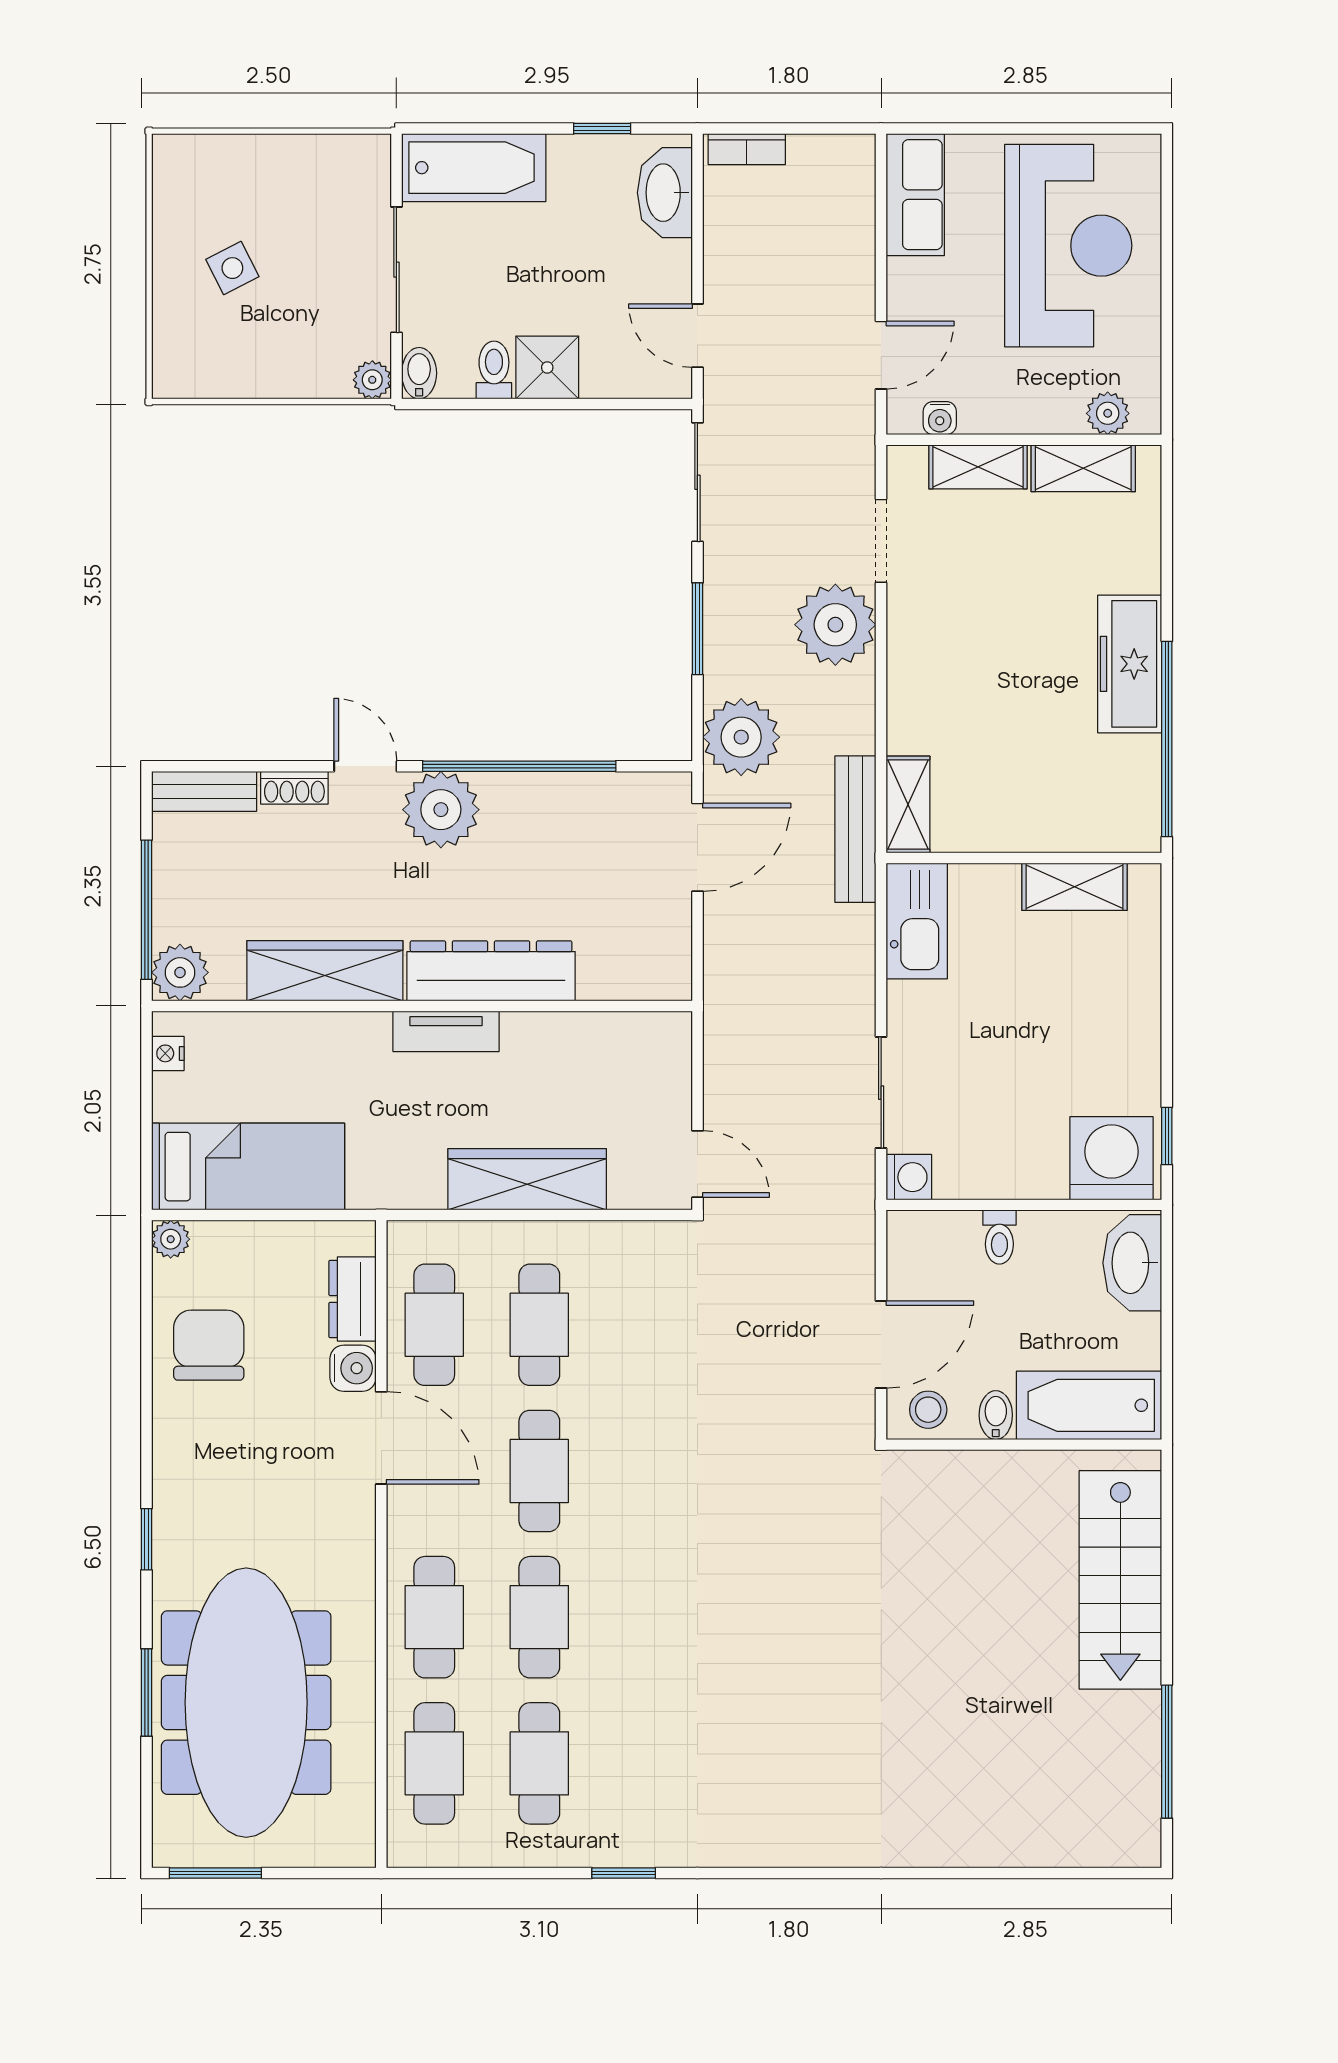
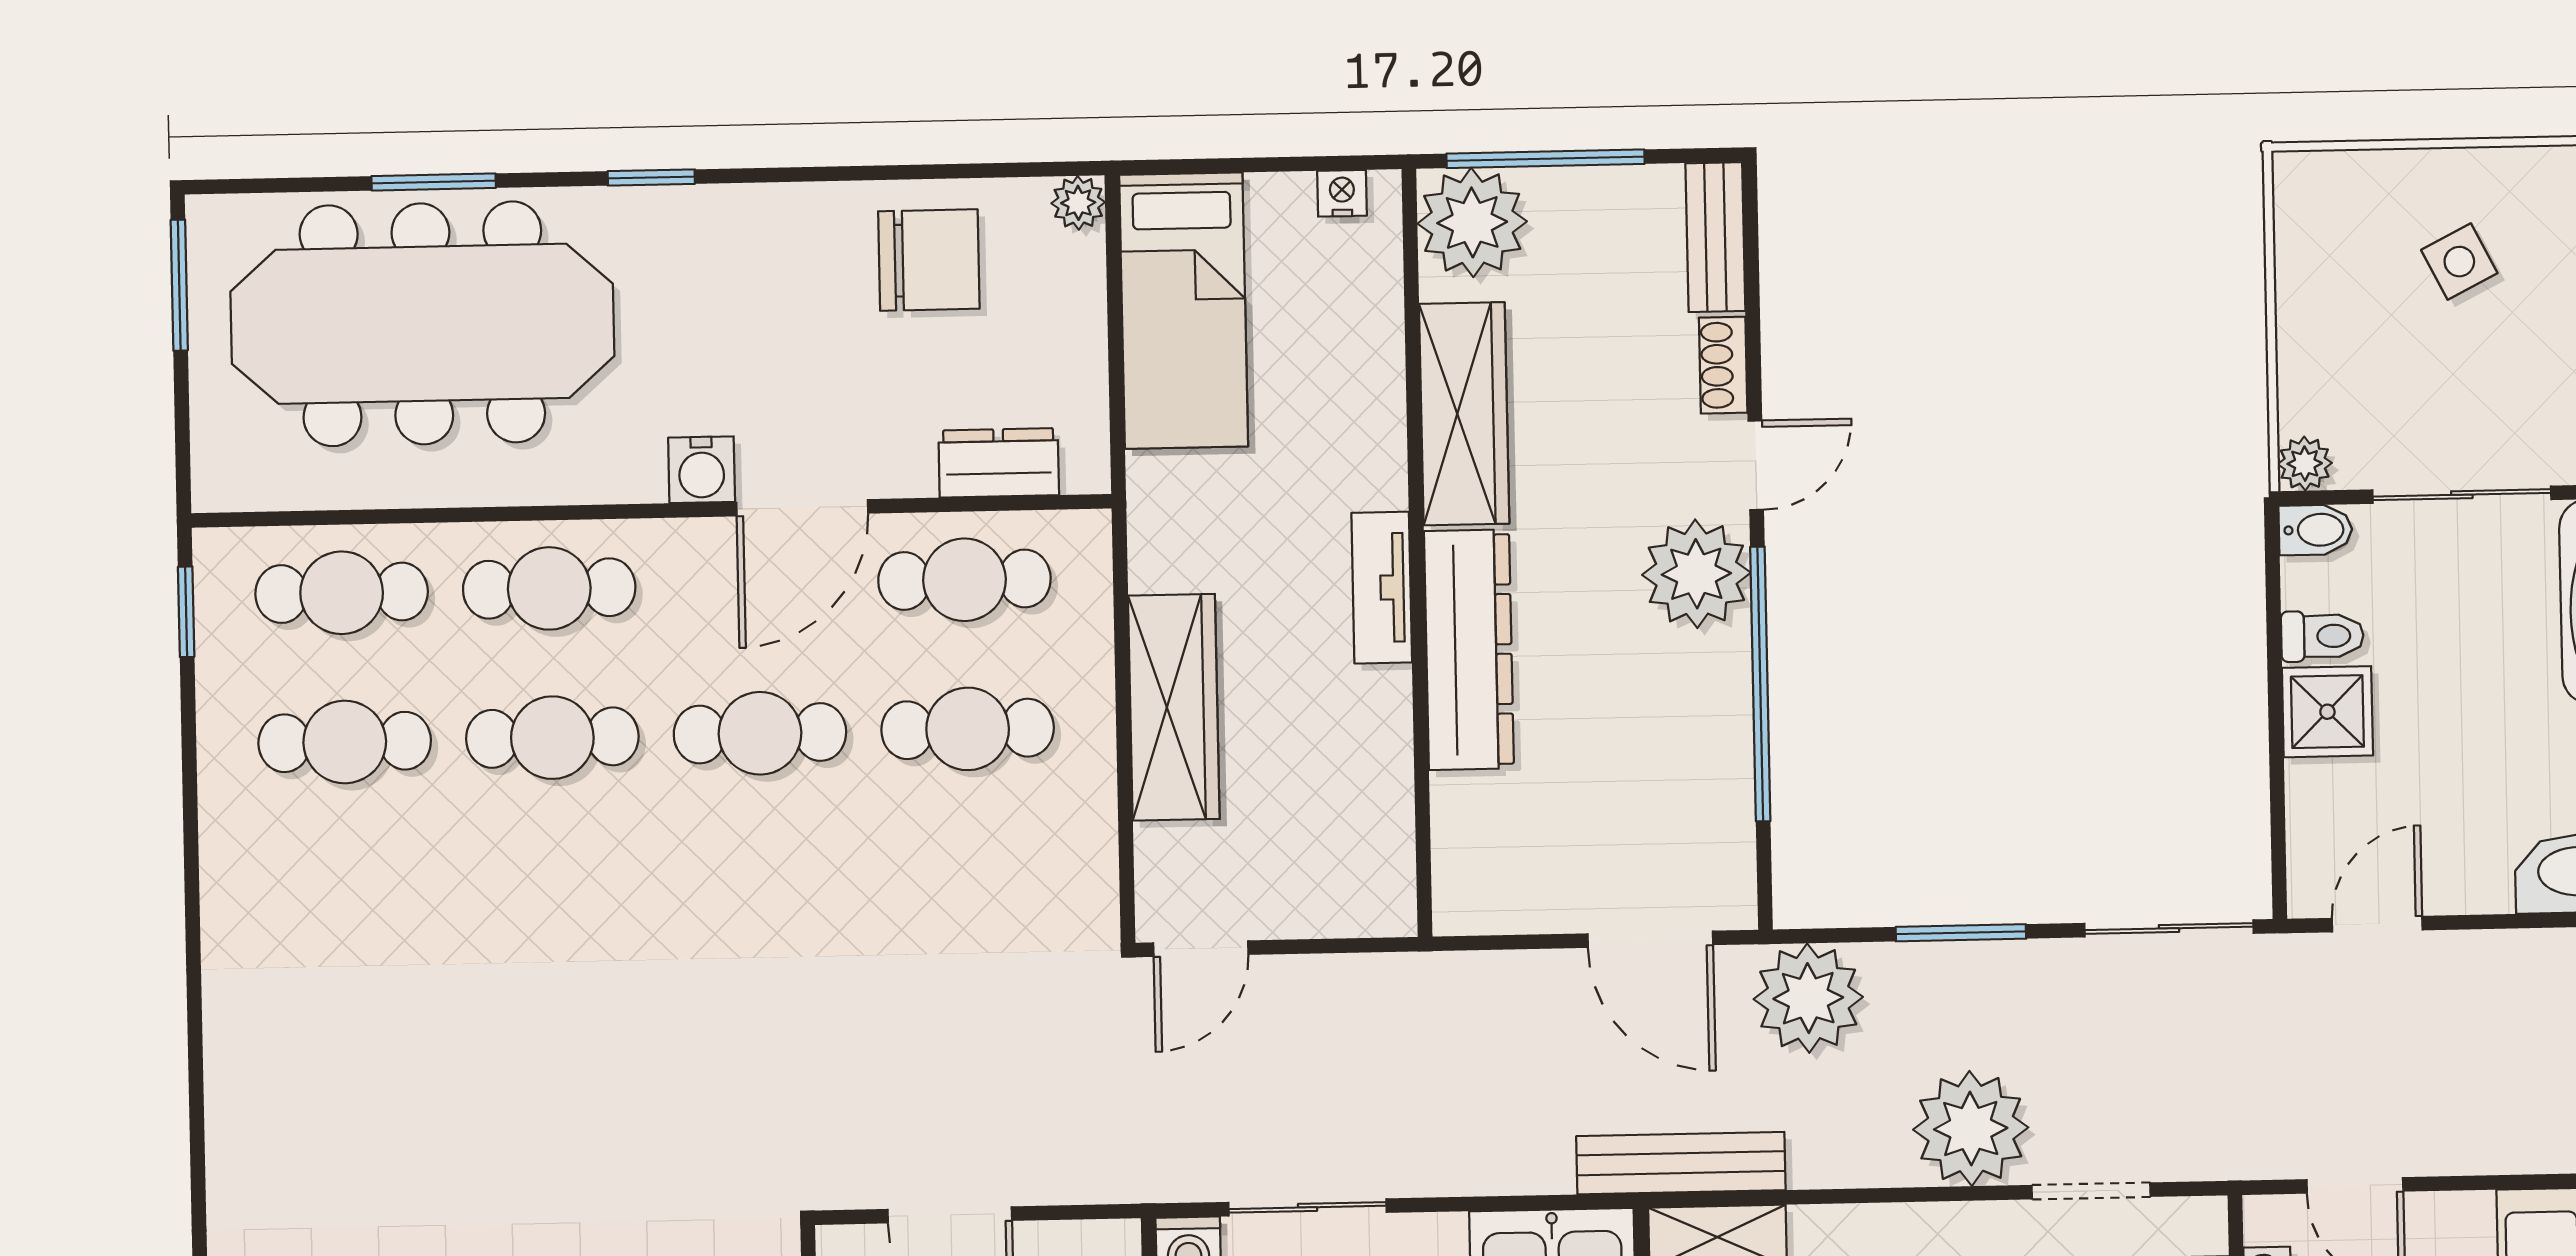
plant: (180, 972) -> (1472, 222), width x1.36, depth x1.36
water cooler: (353, 1368) -> (702, 470), moved
window: (624, 1873) -> (186, 612), moved

